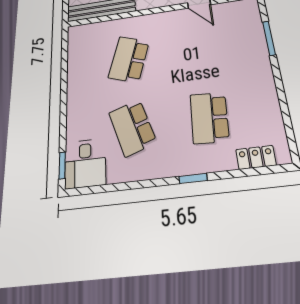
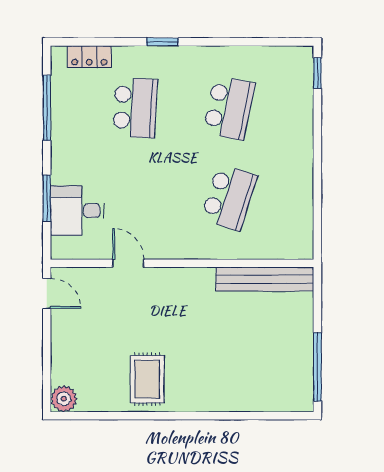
window: (284, 108) -> (47, 108), added
school desk: (132, 127) -> (229, 108), turned 30
desk: (85, 163) -> (77, 211), moved, turned -90

